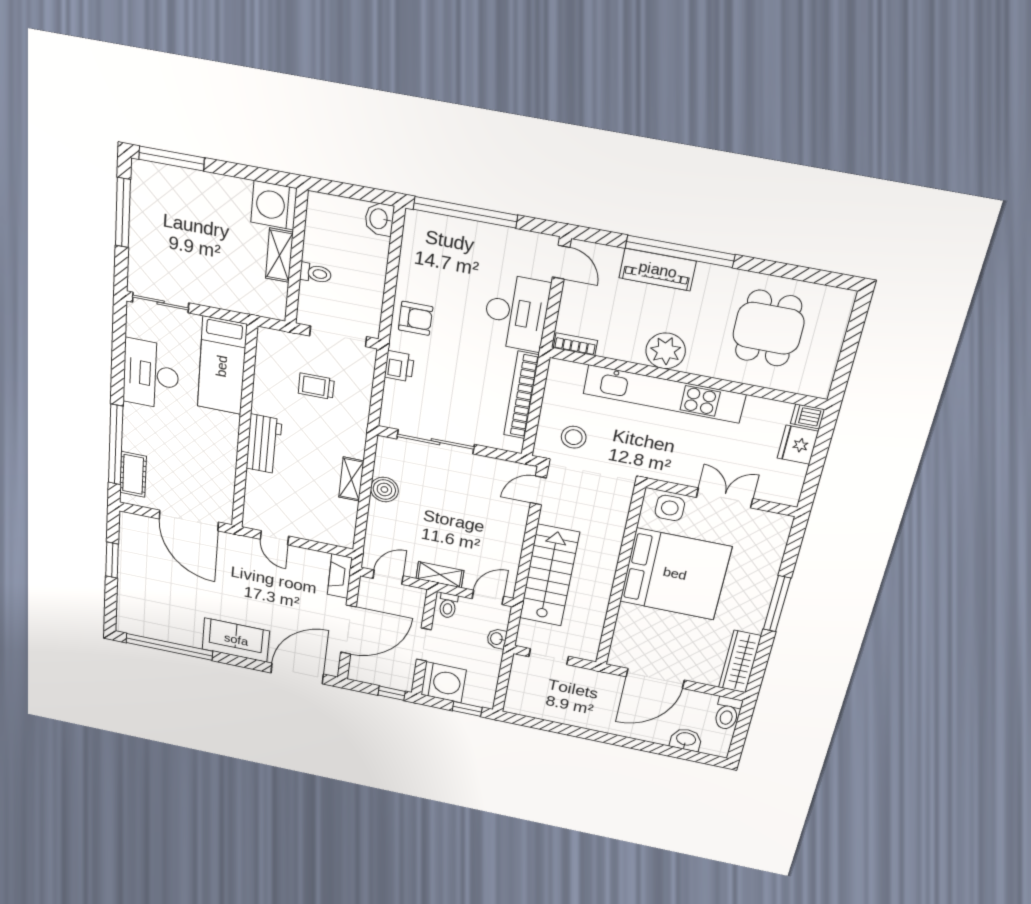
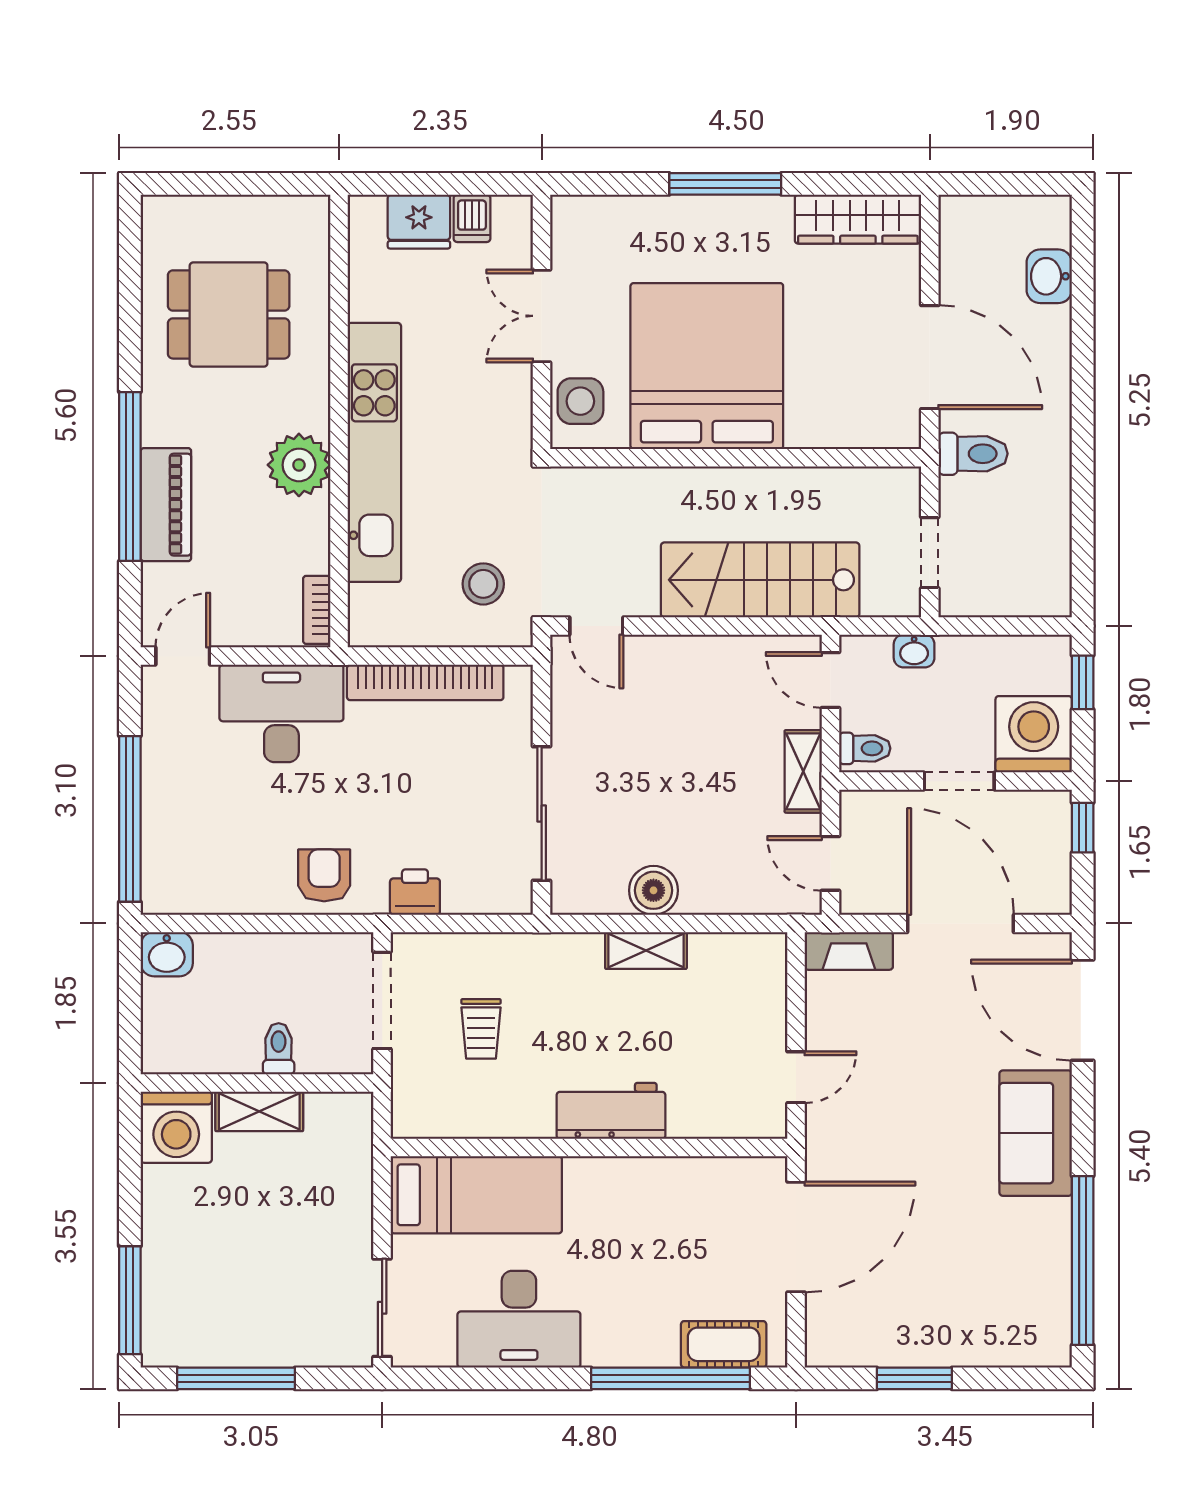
dishwasher: (808, 416) -> (472, 218), moved
toilet: (727, 713) -> (973, 454), moved

